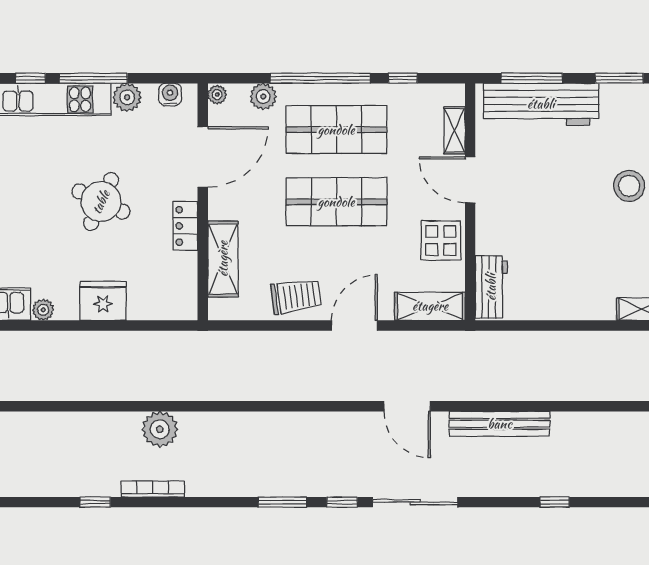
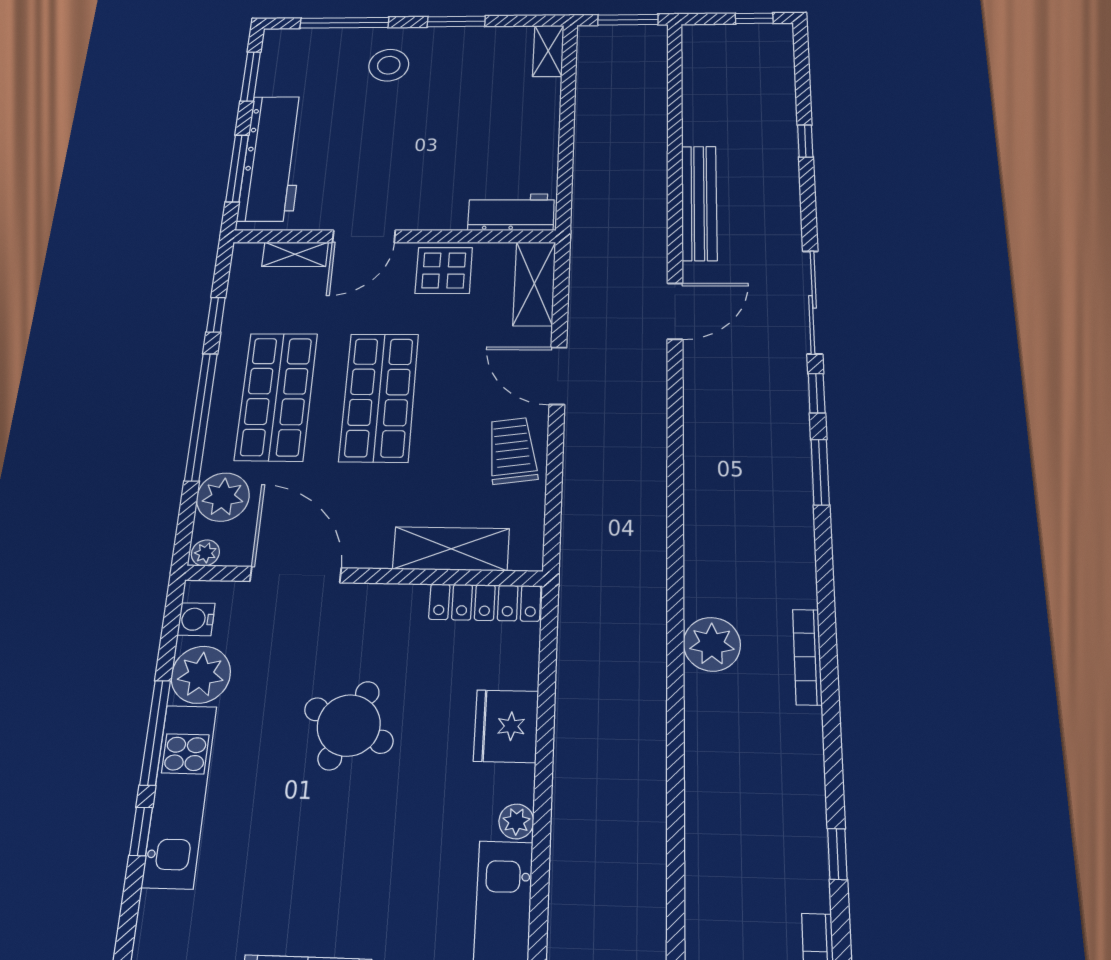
plant: (263, 96) -> (223, 497), width x1.36, depth x1.36
plant: (127, 97) -> (201, 675), width x1.36, depth x1.36
locker: (185, 226) -> (485, 603), moved, width x1.53
window: (95, 502) -> (837, 854), moved

